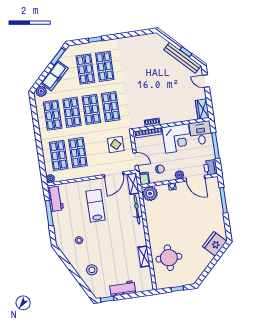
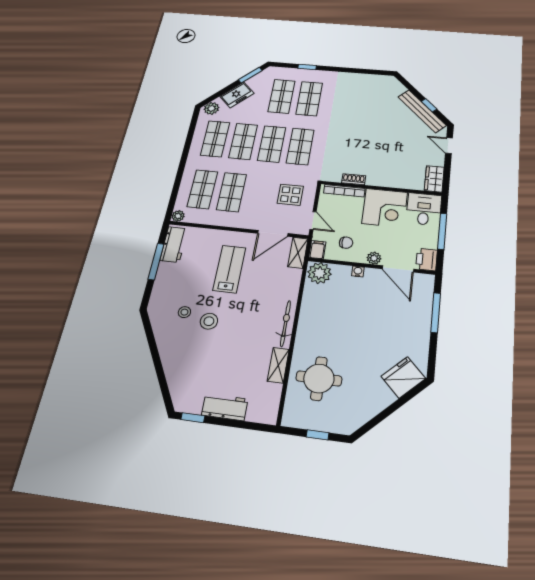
freezer: (54, 76) -> (237, 95), width x0.71
bicycle: (137, 210) -> (285, 323), moved
stool: (92, 270) -> (209, 321), moved

